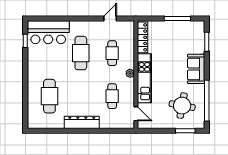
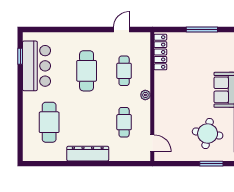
bar counter: (48, 32) -> (37, 66), moved, turned -90
kitchen unit: (144, 78) -> (163, 101), removed

